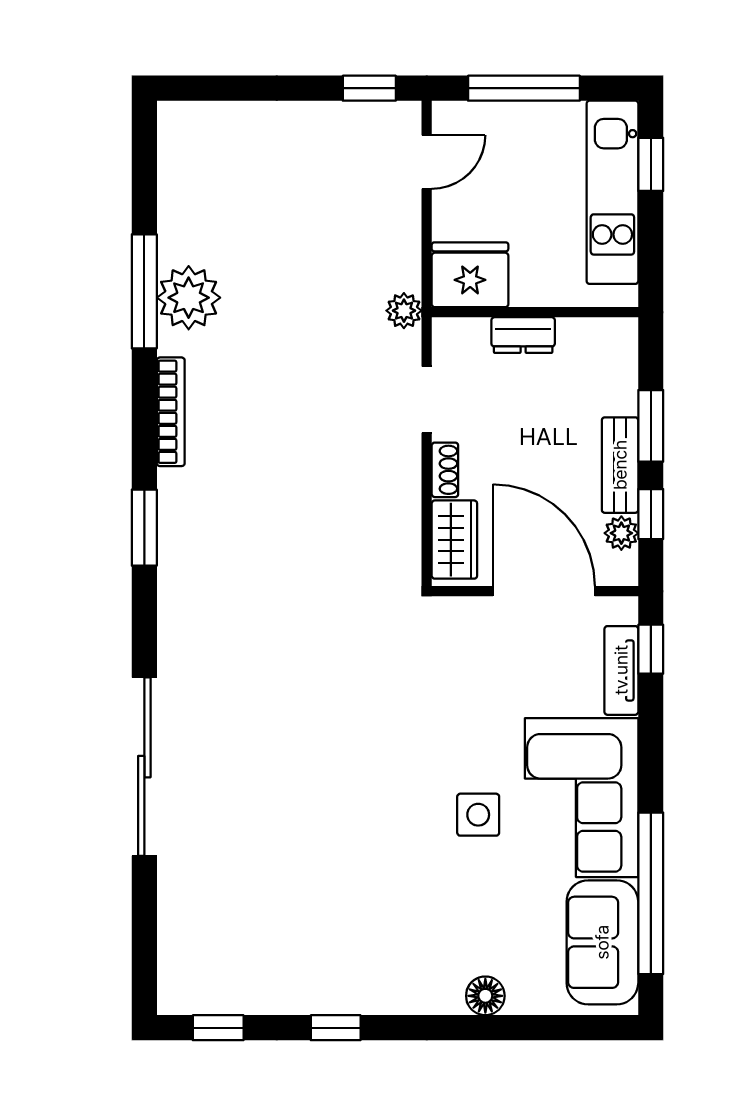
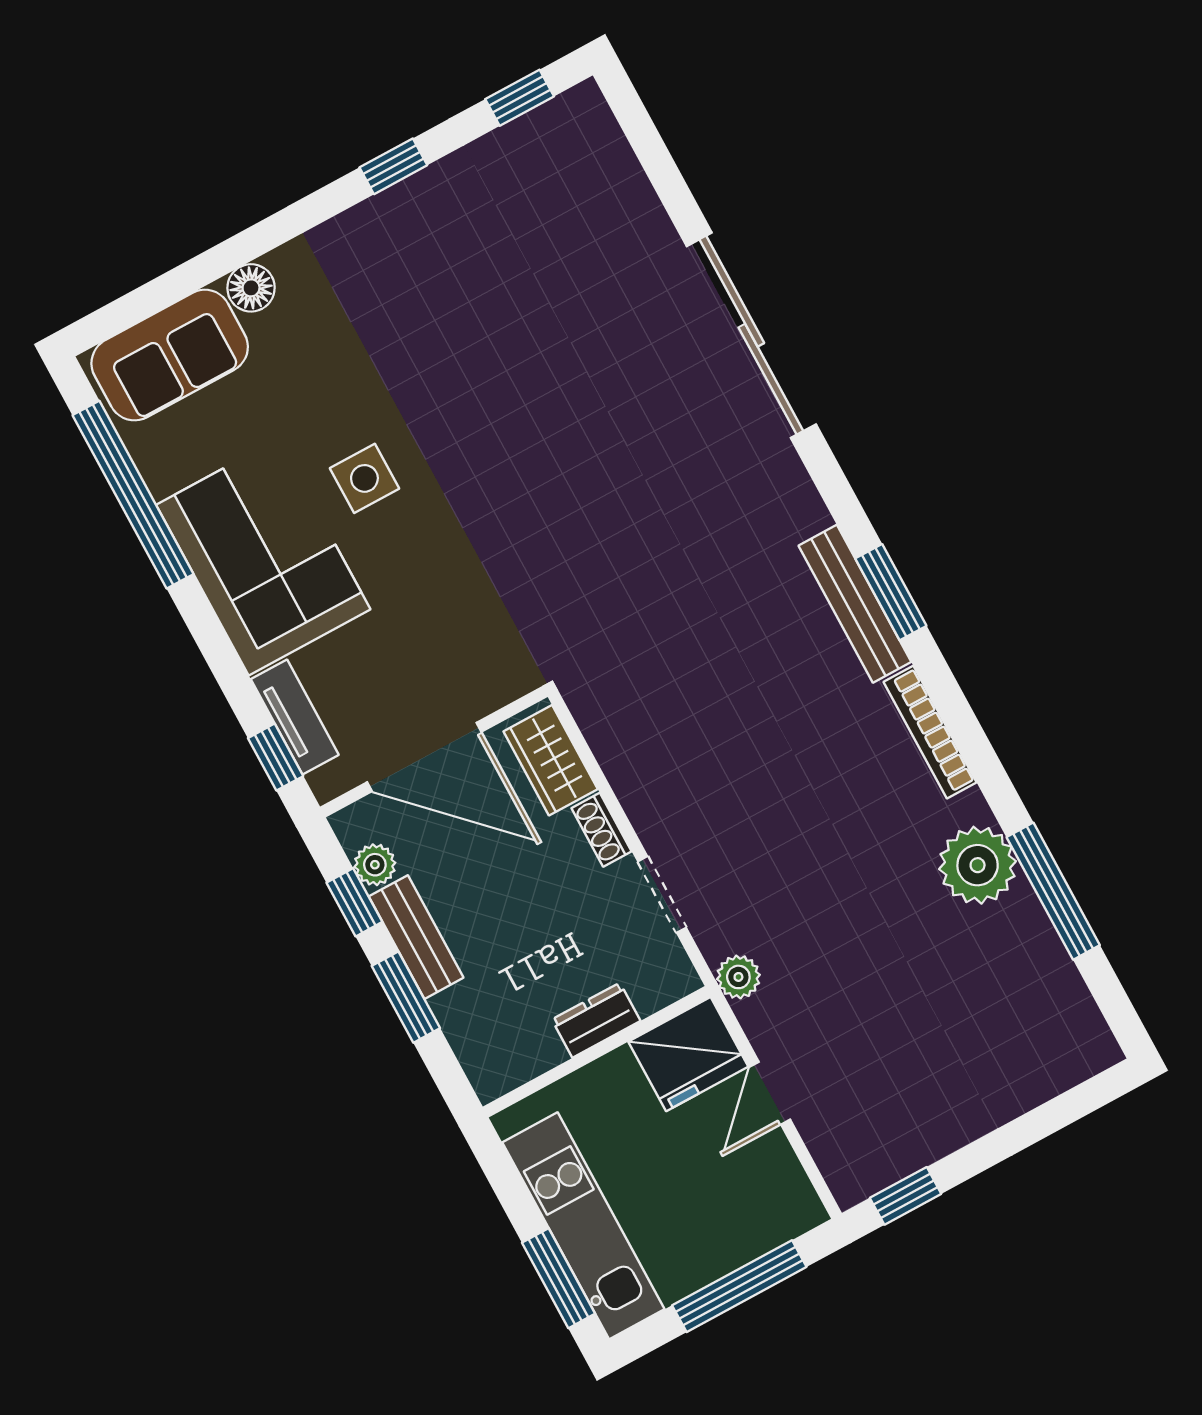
door: (427, 162) -> (770, 1093), moved
window: (651, 164) -> (558, 1278), width x1.50
window: (144, 291) -> (1053, 891), moved
bench: (175, 533) -> (855, 604), added
sofa: (602, 942) -> (170, 355), moved, turned 90

